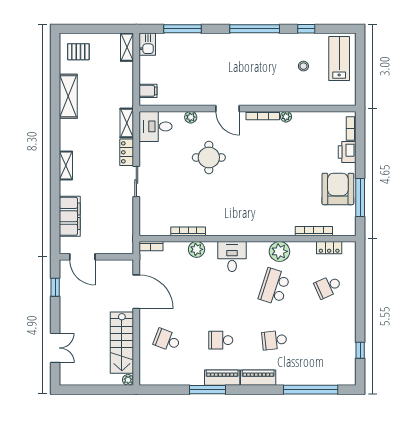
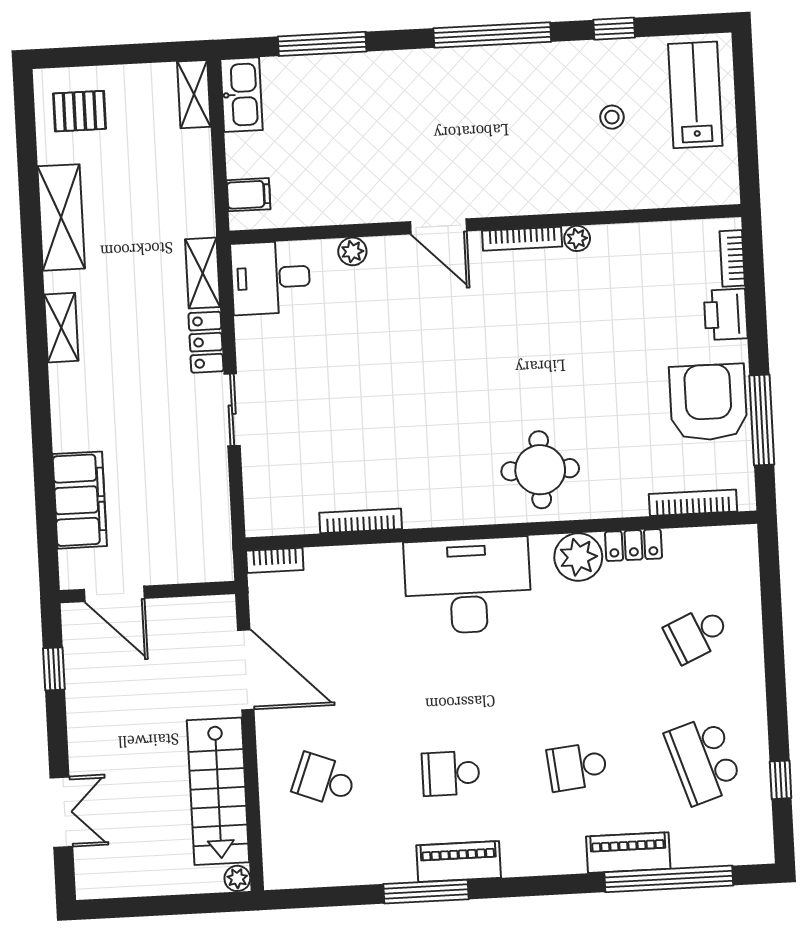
kitchen sink: (147, 44) -> (242, 95), width x1.38
round table: (209, 157) -> (540, 470), moved
shelving: (66, 165) -> (61, 328), moved
bookcase: (314, 231) -> (693, 503), moved
locker: (329, 248) -> (634, 545), moved
plant: (197, 249) -> (383, 562), removed
desk: (232, 257) -> (468, 586), width x1.87, depth x1.30
school desk: (274, 287) -> (704, 760), moved, turned -36
piano: (258, 378) -> (628, 853), moved

